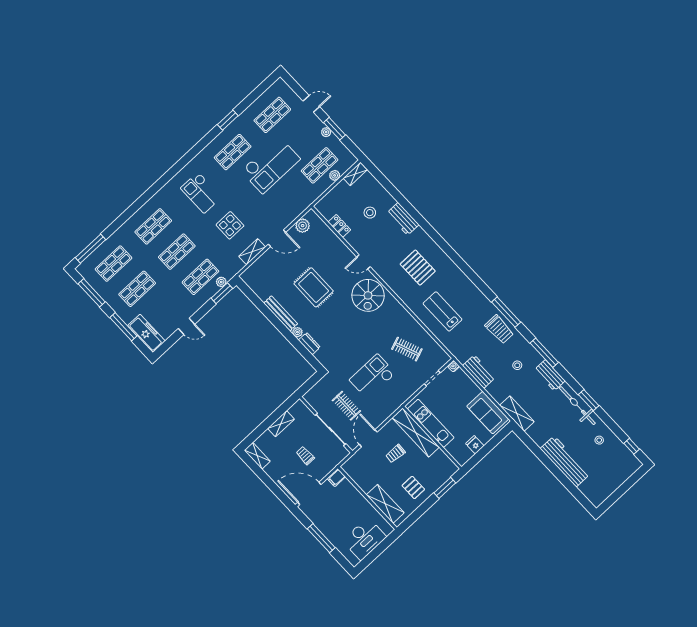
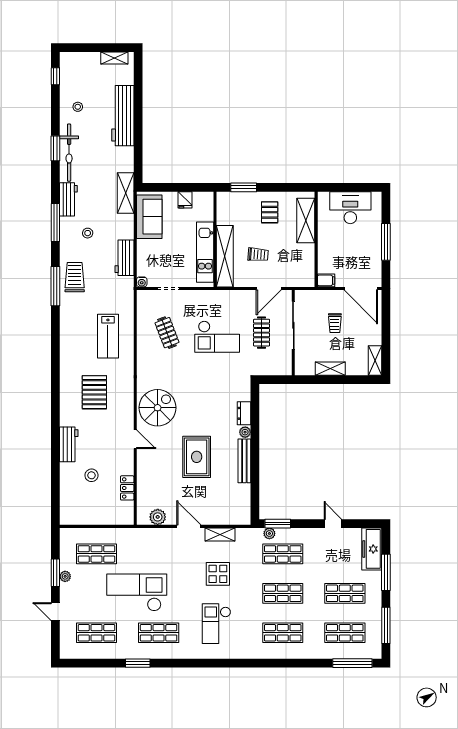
shelving: (355, 174) -> (114, 58), moved
plant: (335, 175) -> (92, 534), removed
checkout: (201, 193) -> (216, 624), turned 180

